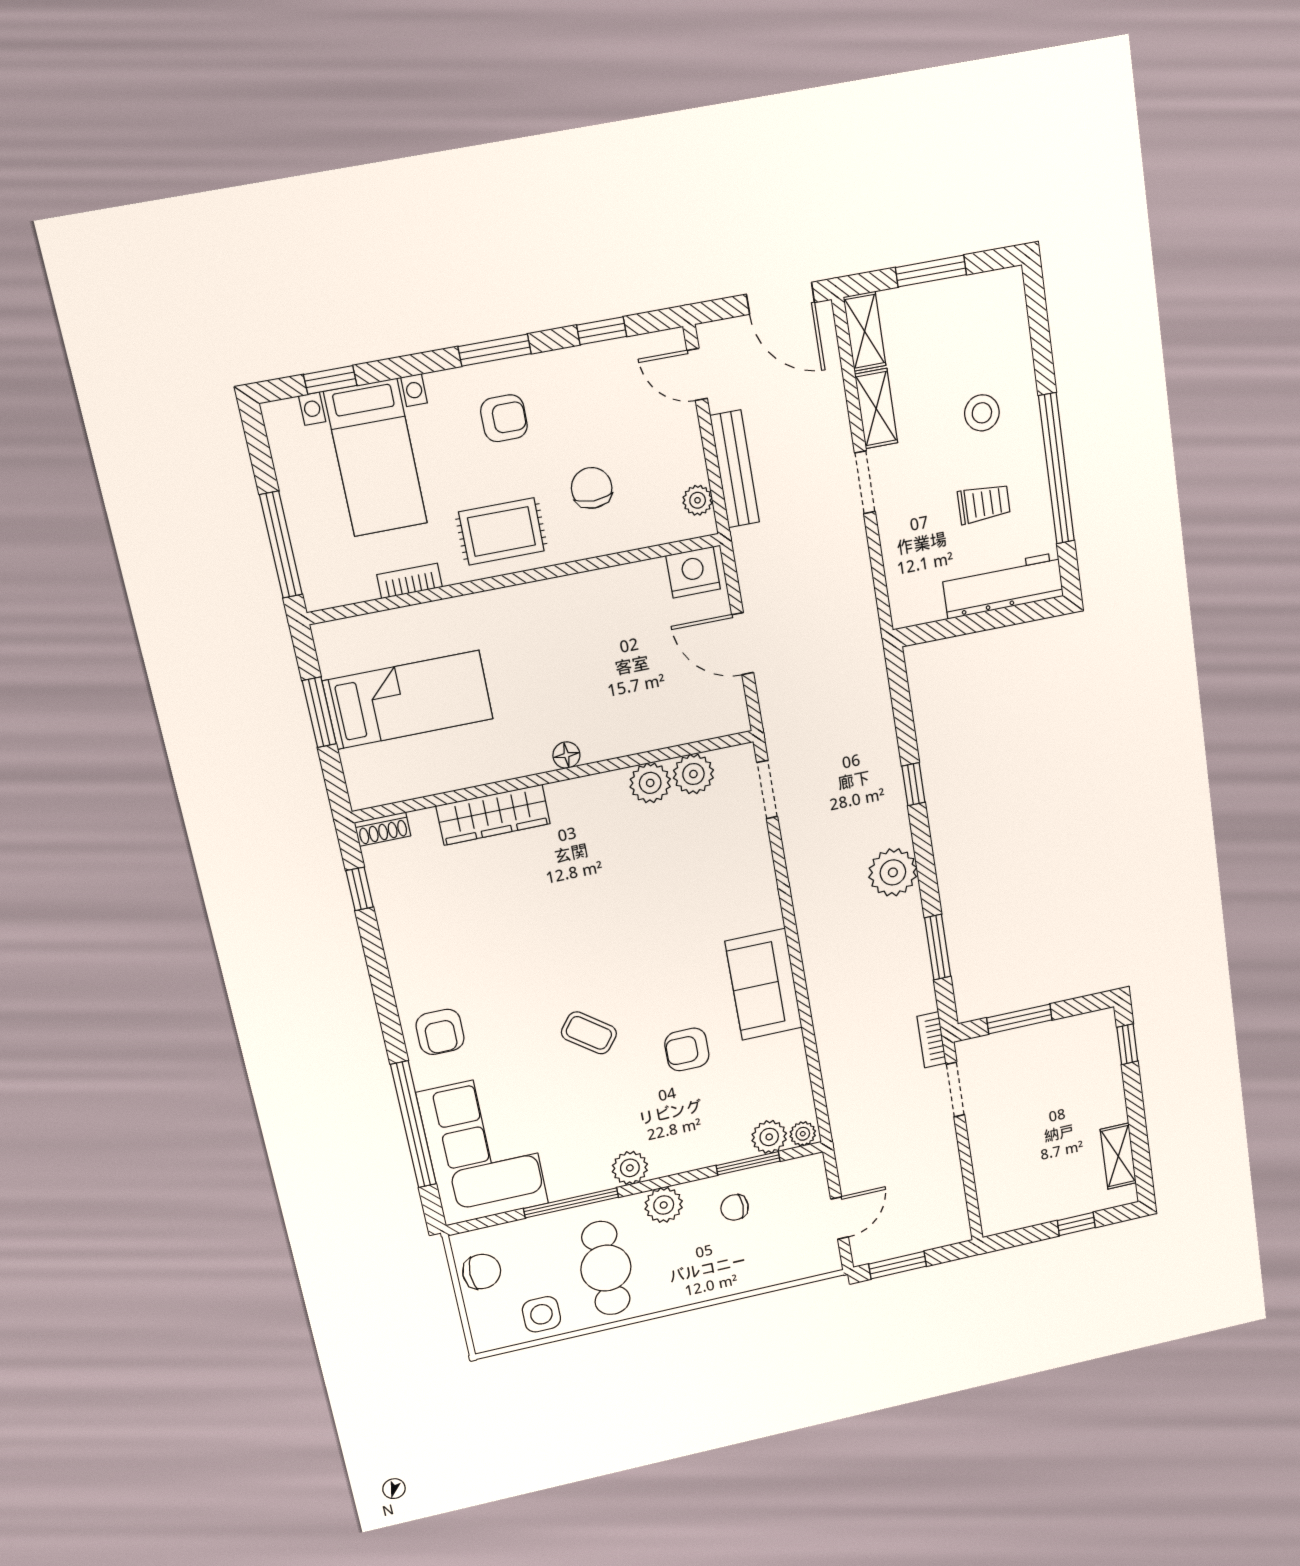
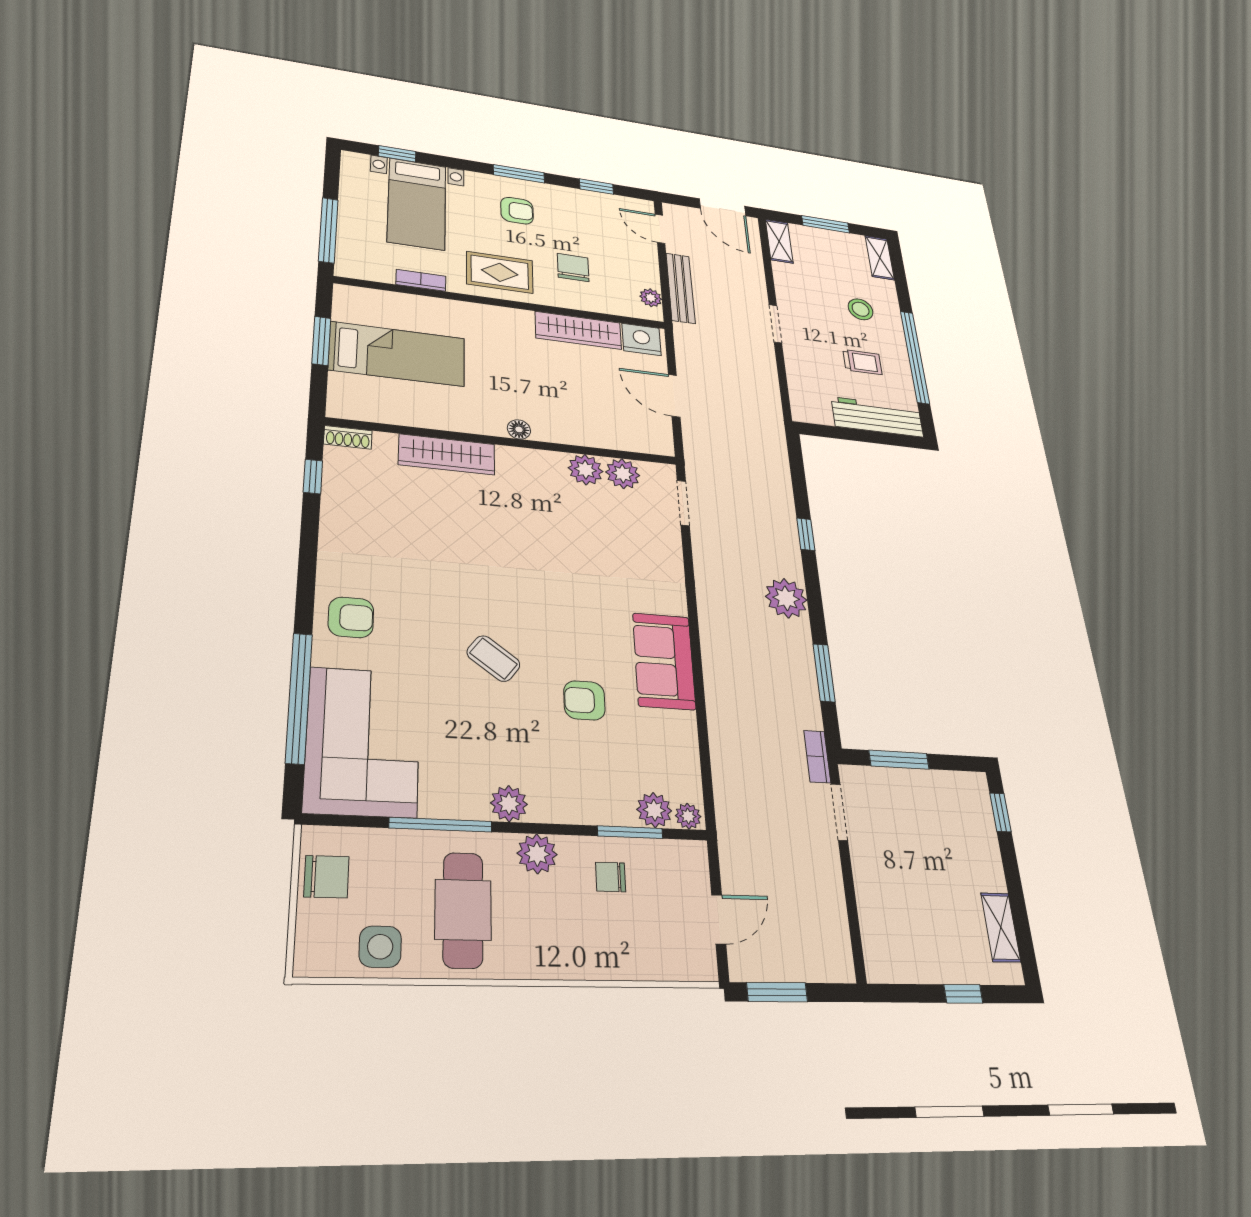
shelving: (876, 409) -> (880, 258), moved
wardrobe: (613, 587) -> (578, 330), added
armchair: (440, 1032) -> (351, 617), turned -90

